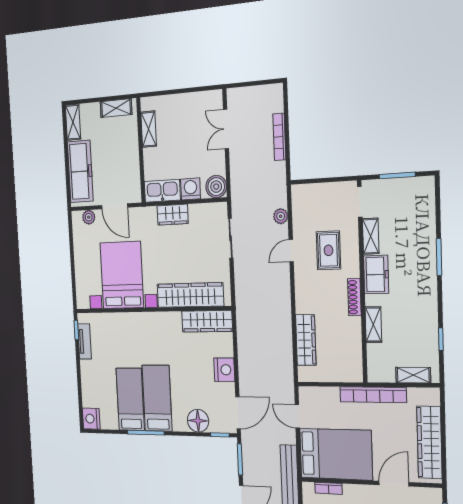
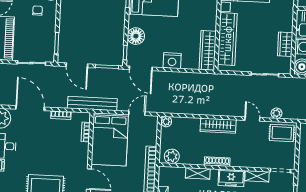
wardrobe: (173, 215) -> (285, 44), moved
rug: (328, 250) -> (282, 133), moved
wardrobe: (306, 340) -> (218, 126), moved
plant: (352, 364) -> (172, 156), added
plant: (305, 374) -> (166, 122), added

